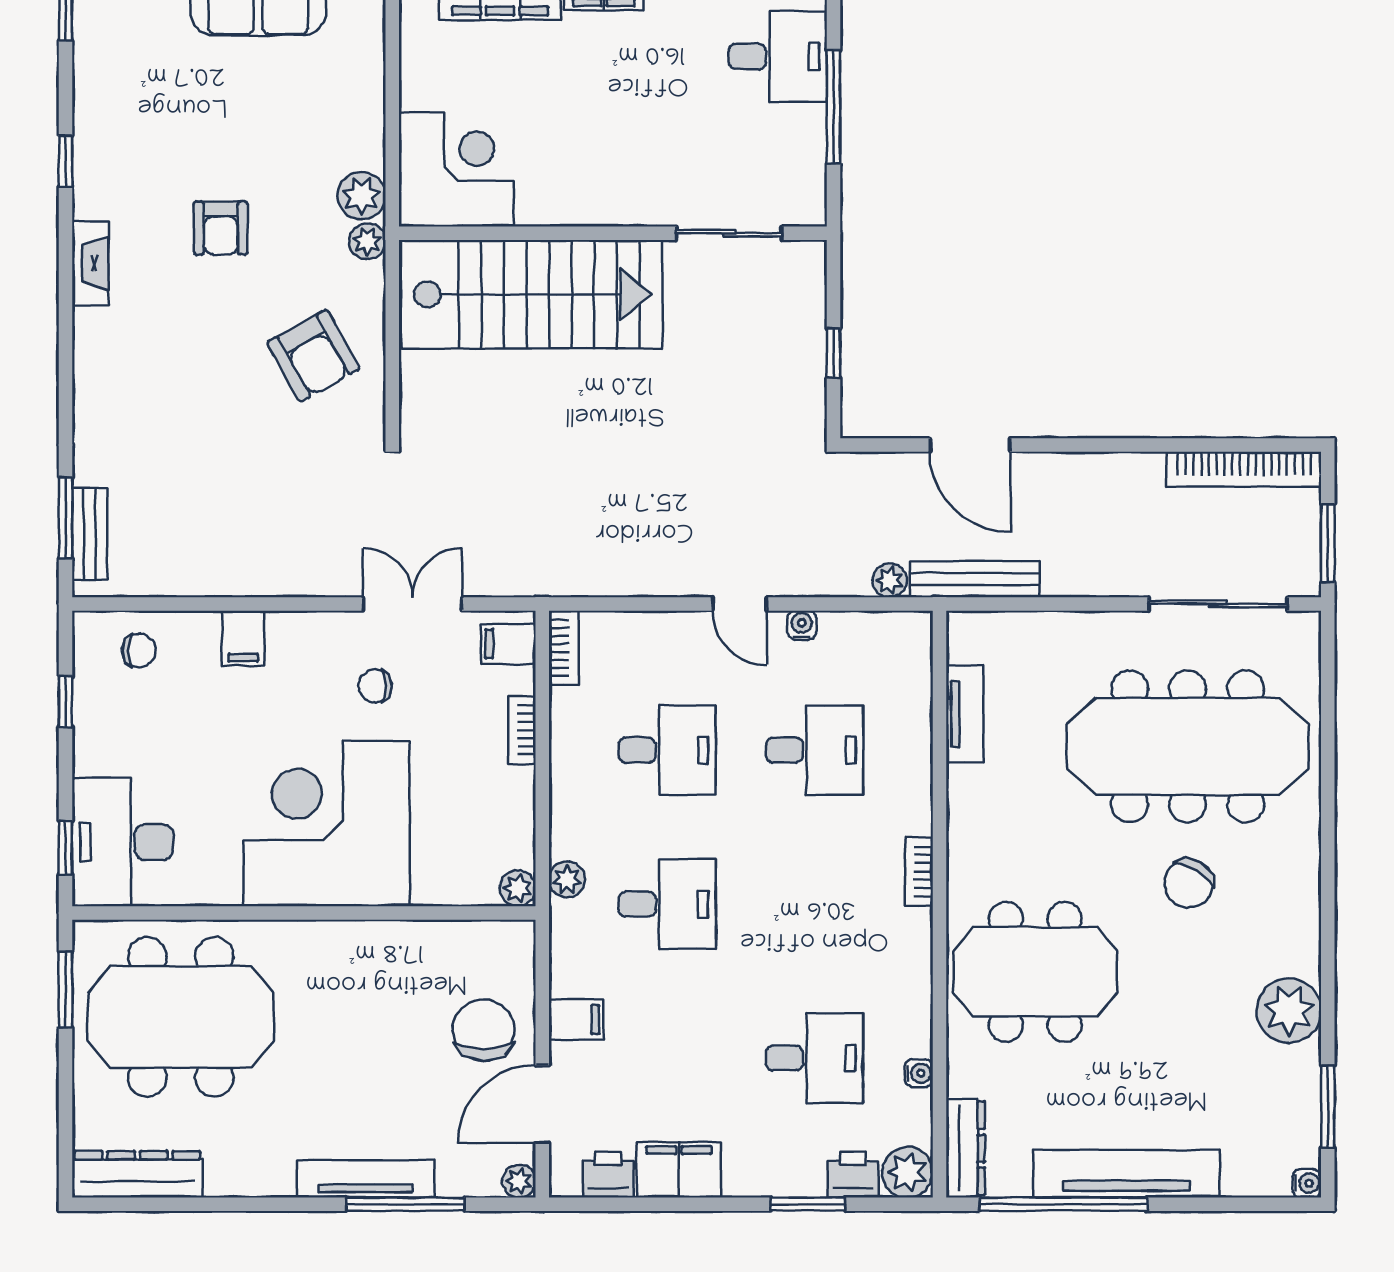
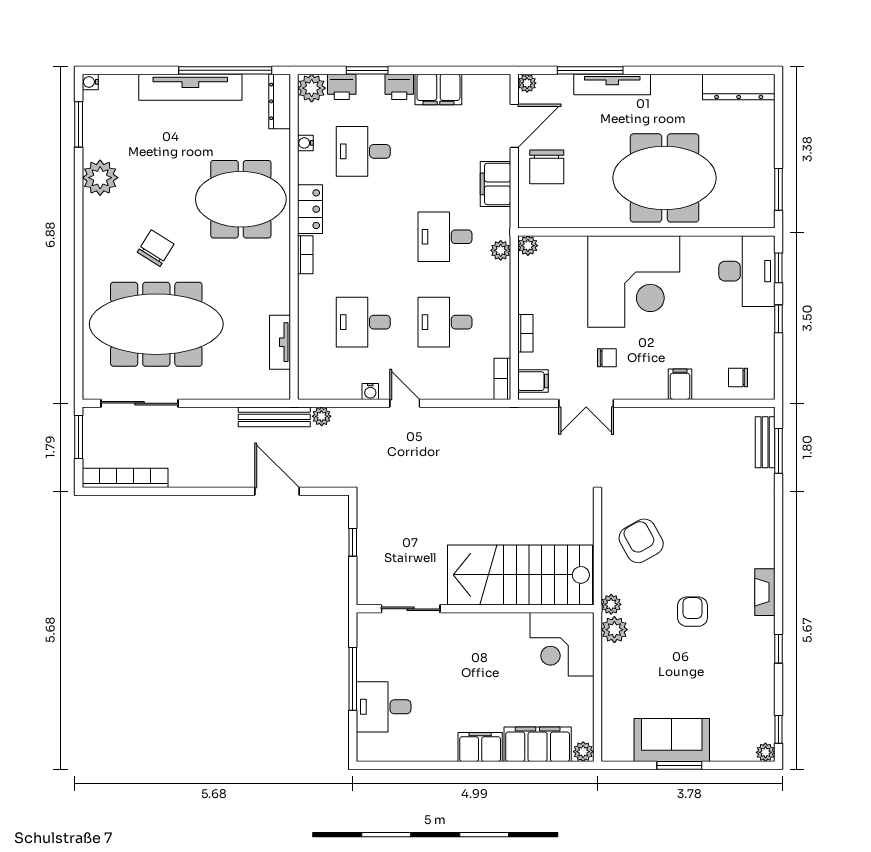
window: (66, 701) -> (779, 319), moved
locker: (910, 954) -> (310, 209), added
meeting table: (181, 1017) -> (665, 178), moved
filing cabinet: (576, 1020) -> (495, 184), width x2.00
printer: (608, 1175) -> (399, 87), moved

